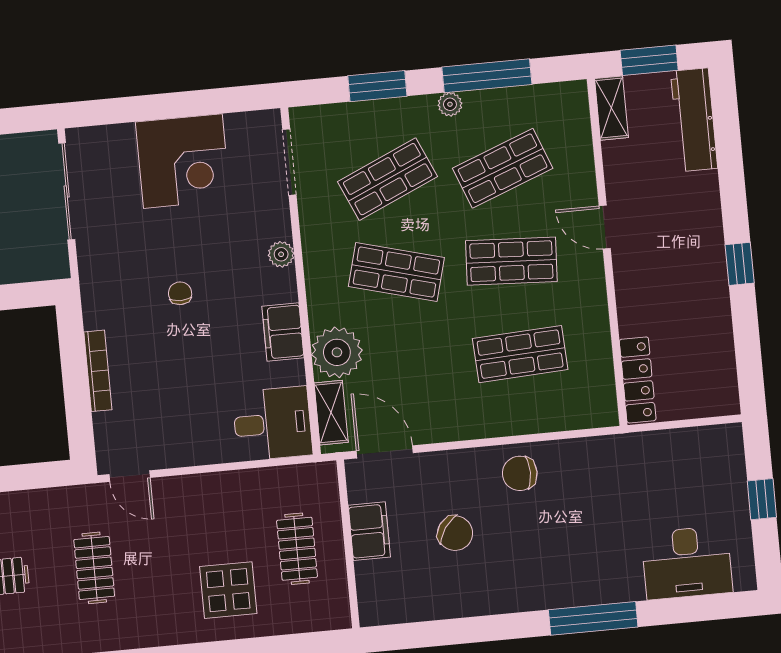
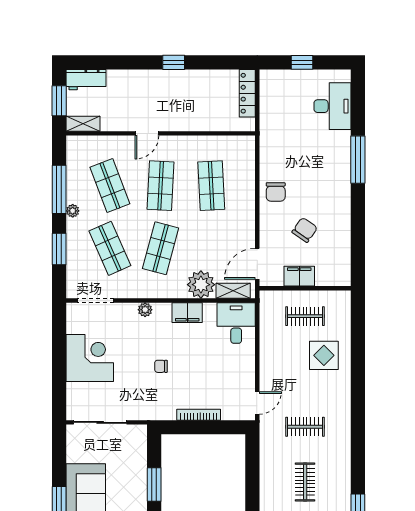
workbench: (694, 120) -> (86, 80), width x0.73
locker: (638, 380) -> (247, 93), moved, turned -90

